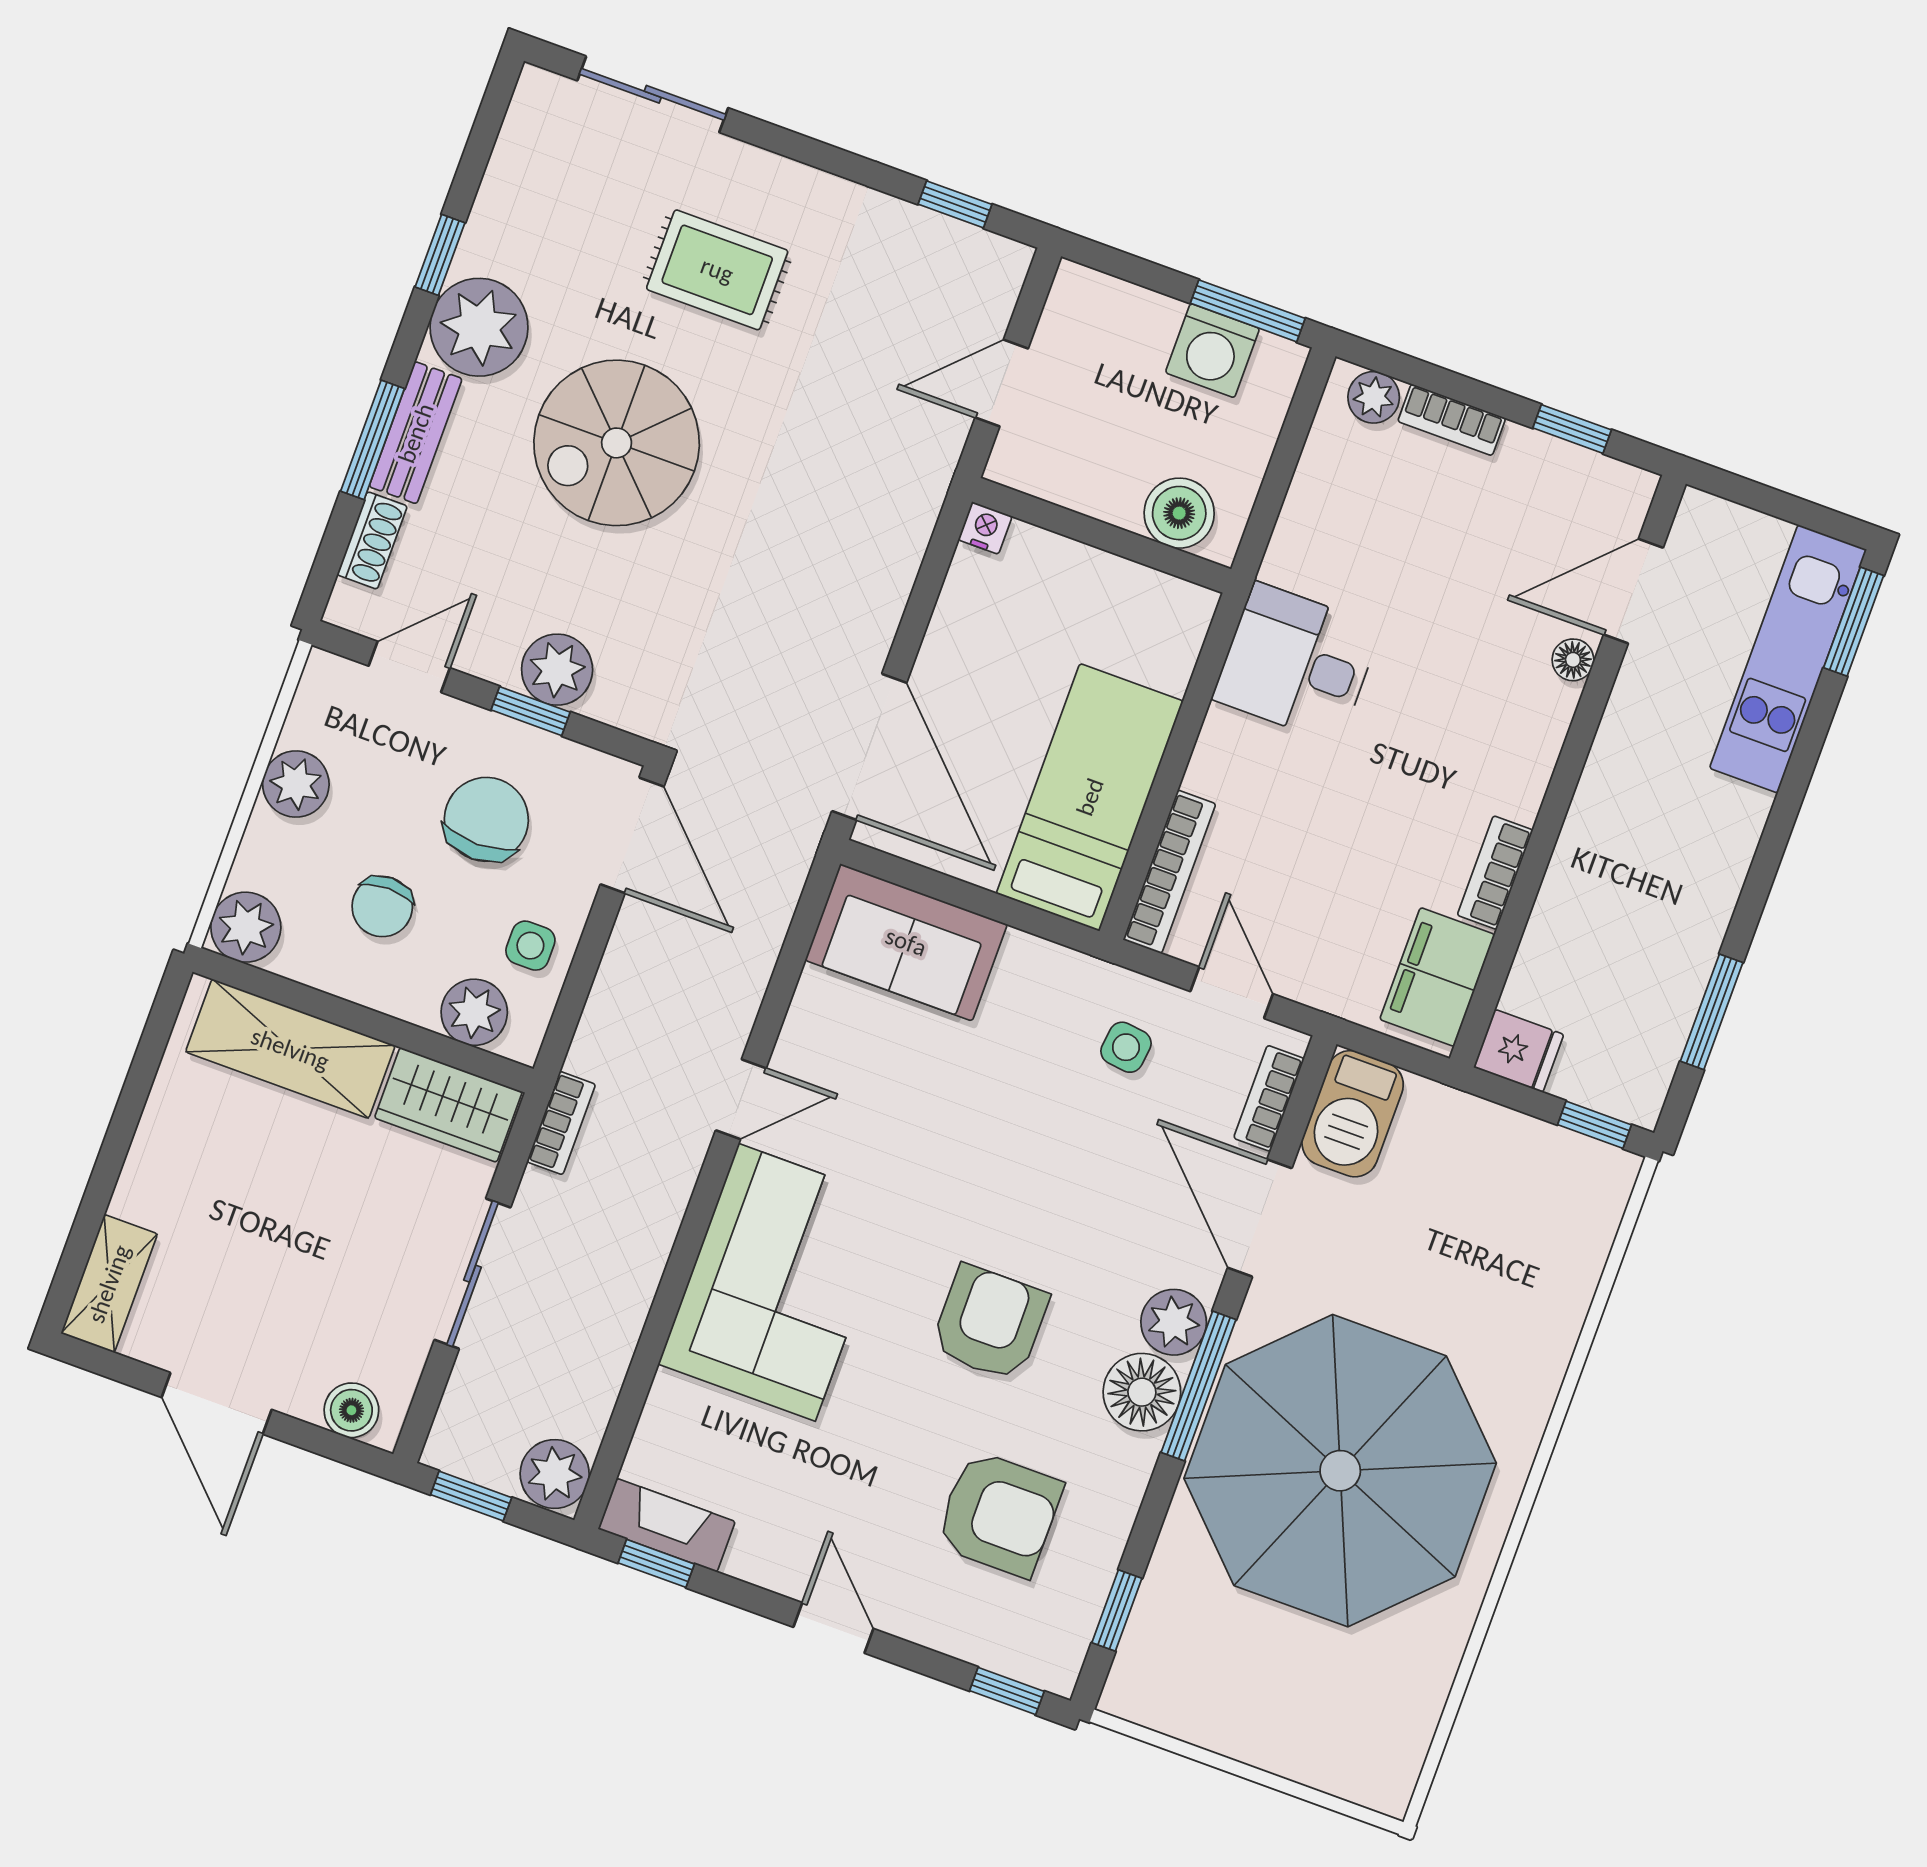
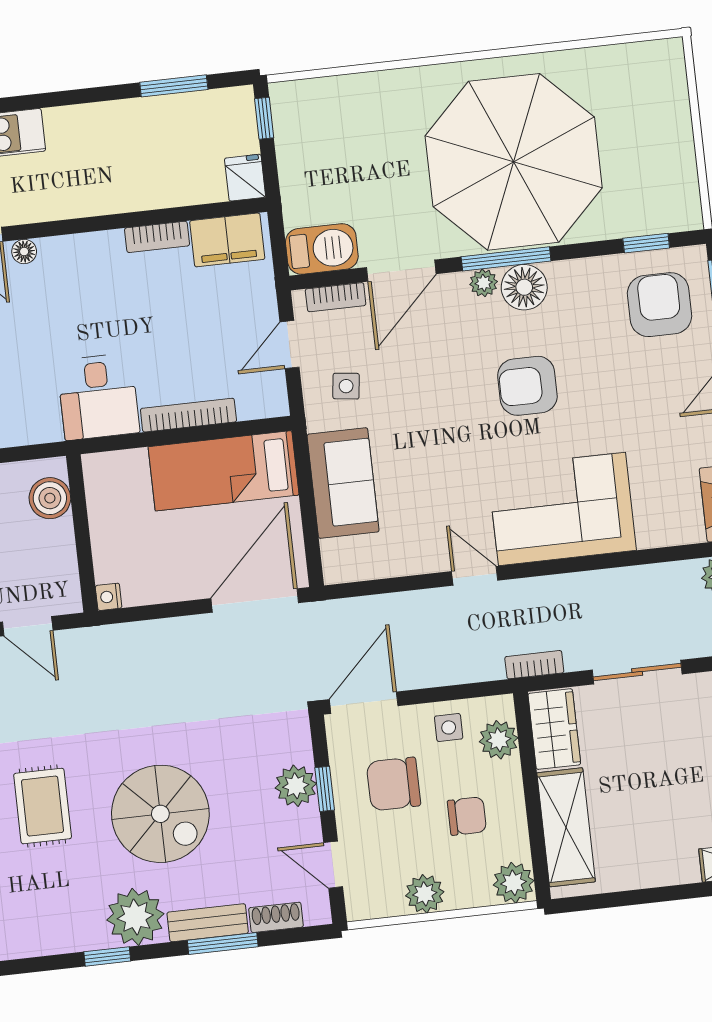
bookcase: (1169, 872) -> (188, 415), moved
sofa: (906, 942) -> (343, 483), moved
plant: (1174, 1322) -> (484, 283), width x0.73, depth x0.73
armchair: (999, 1514) -> (660, 305), moved

